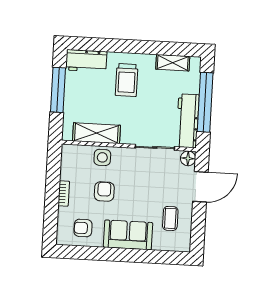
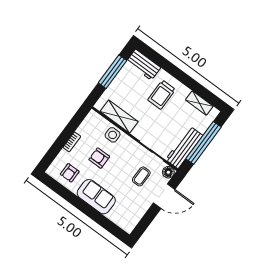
armchair: (104, 191) -> (99, 158), turned -90
coffee table: (170, 218) -> (141, 176), moved
armchair: (83, 228) -> (70, 173), turned -90

